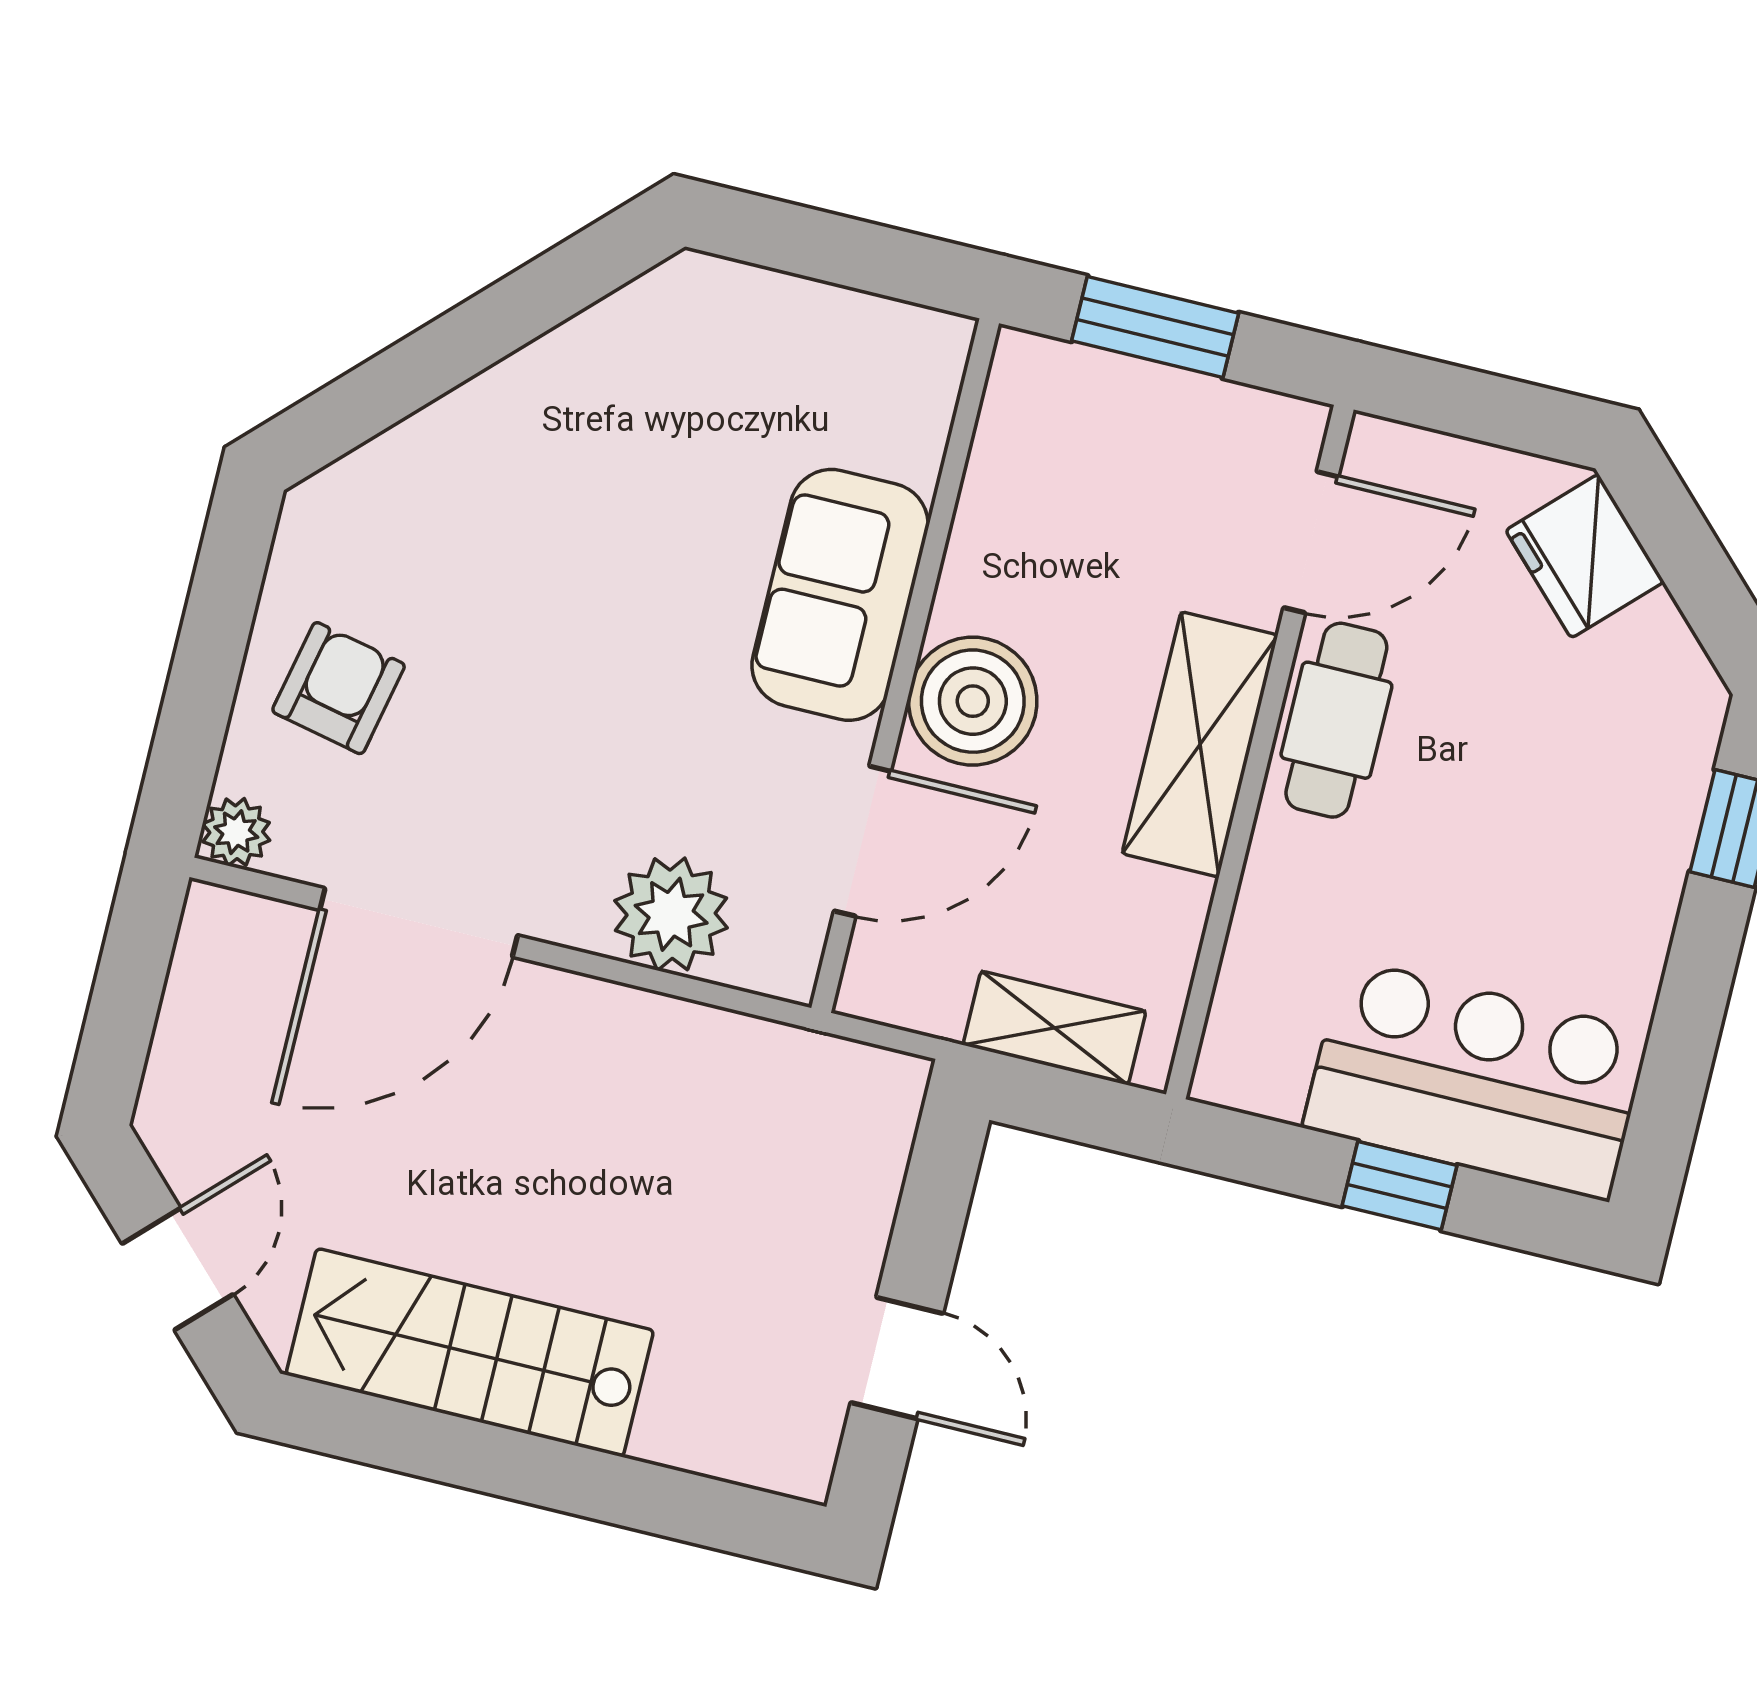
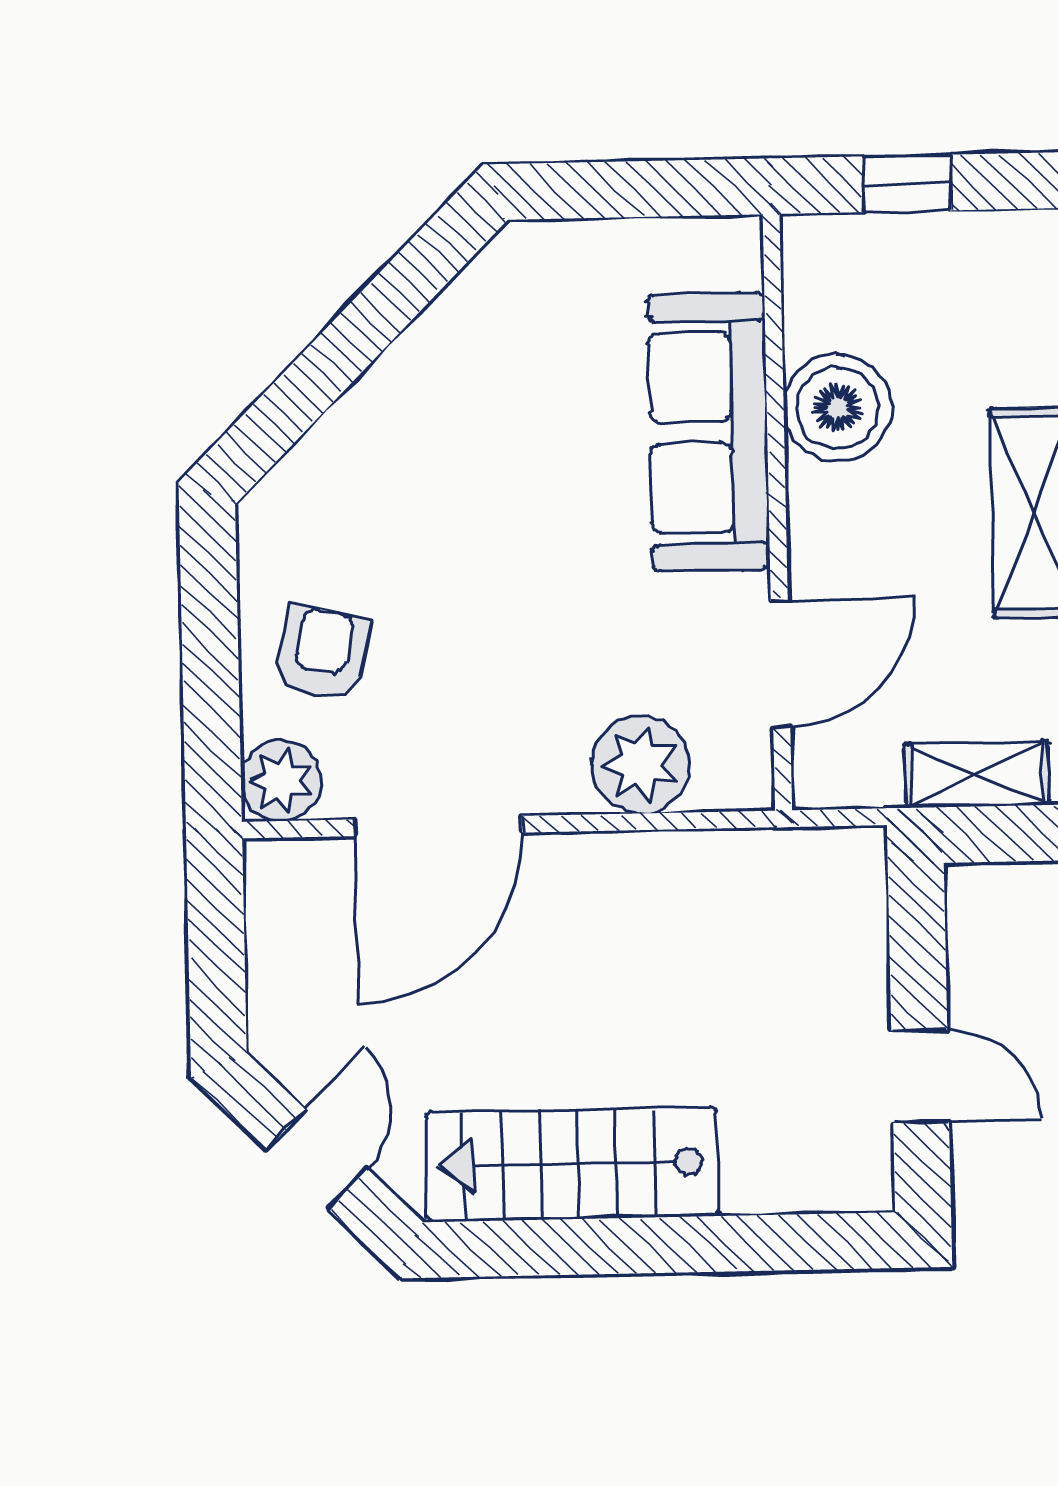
window: (1155, 327) -> (907, 183), width x0.67
sofa: (840, 595) -> (708, 432), width x1.36
boiler: (973, 701) -> (837, 408), moved
plant: (236, 832) -> (281, 781), width x1.38, depth x1.38

